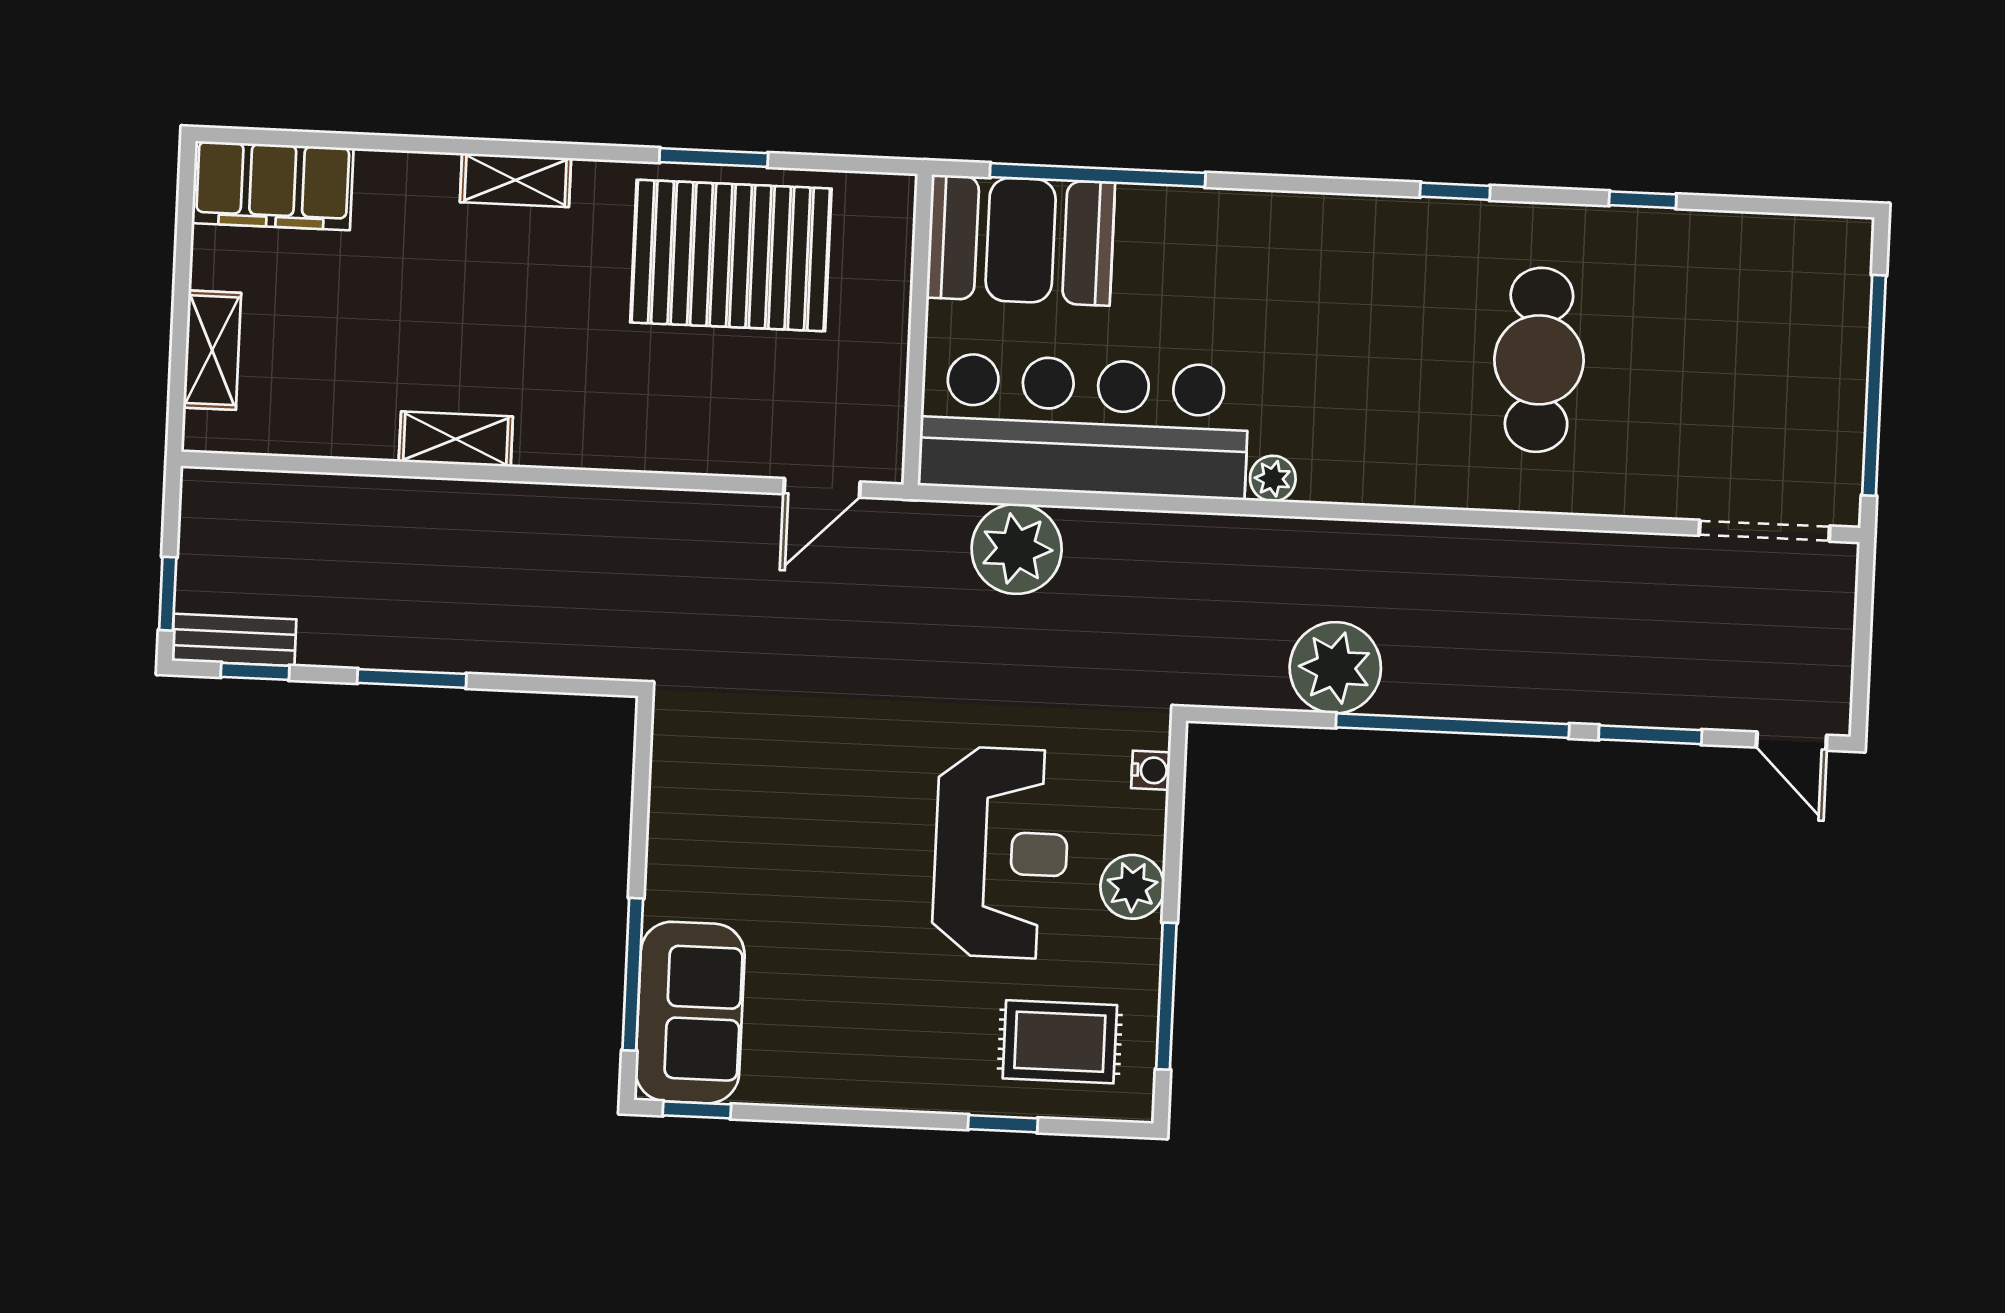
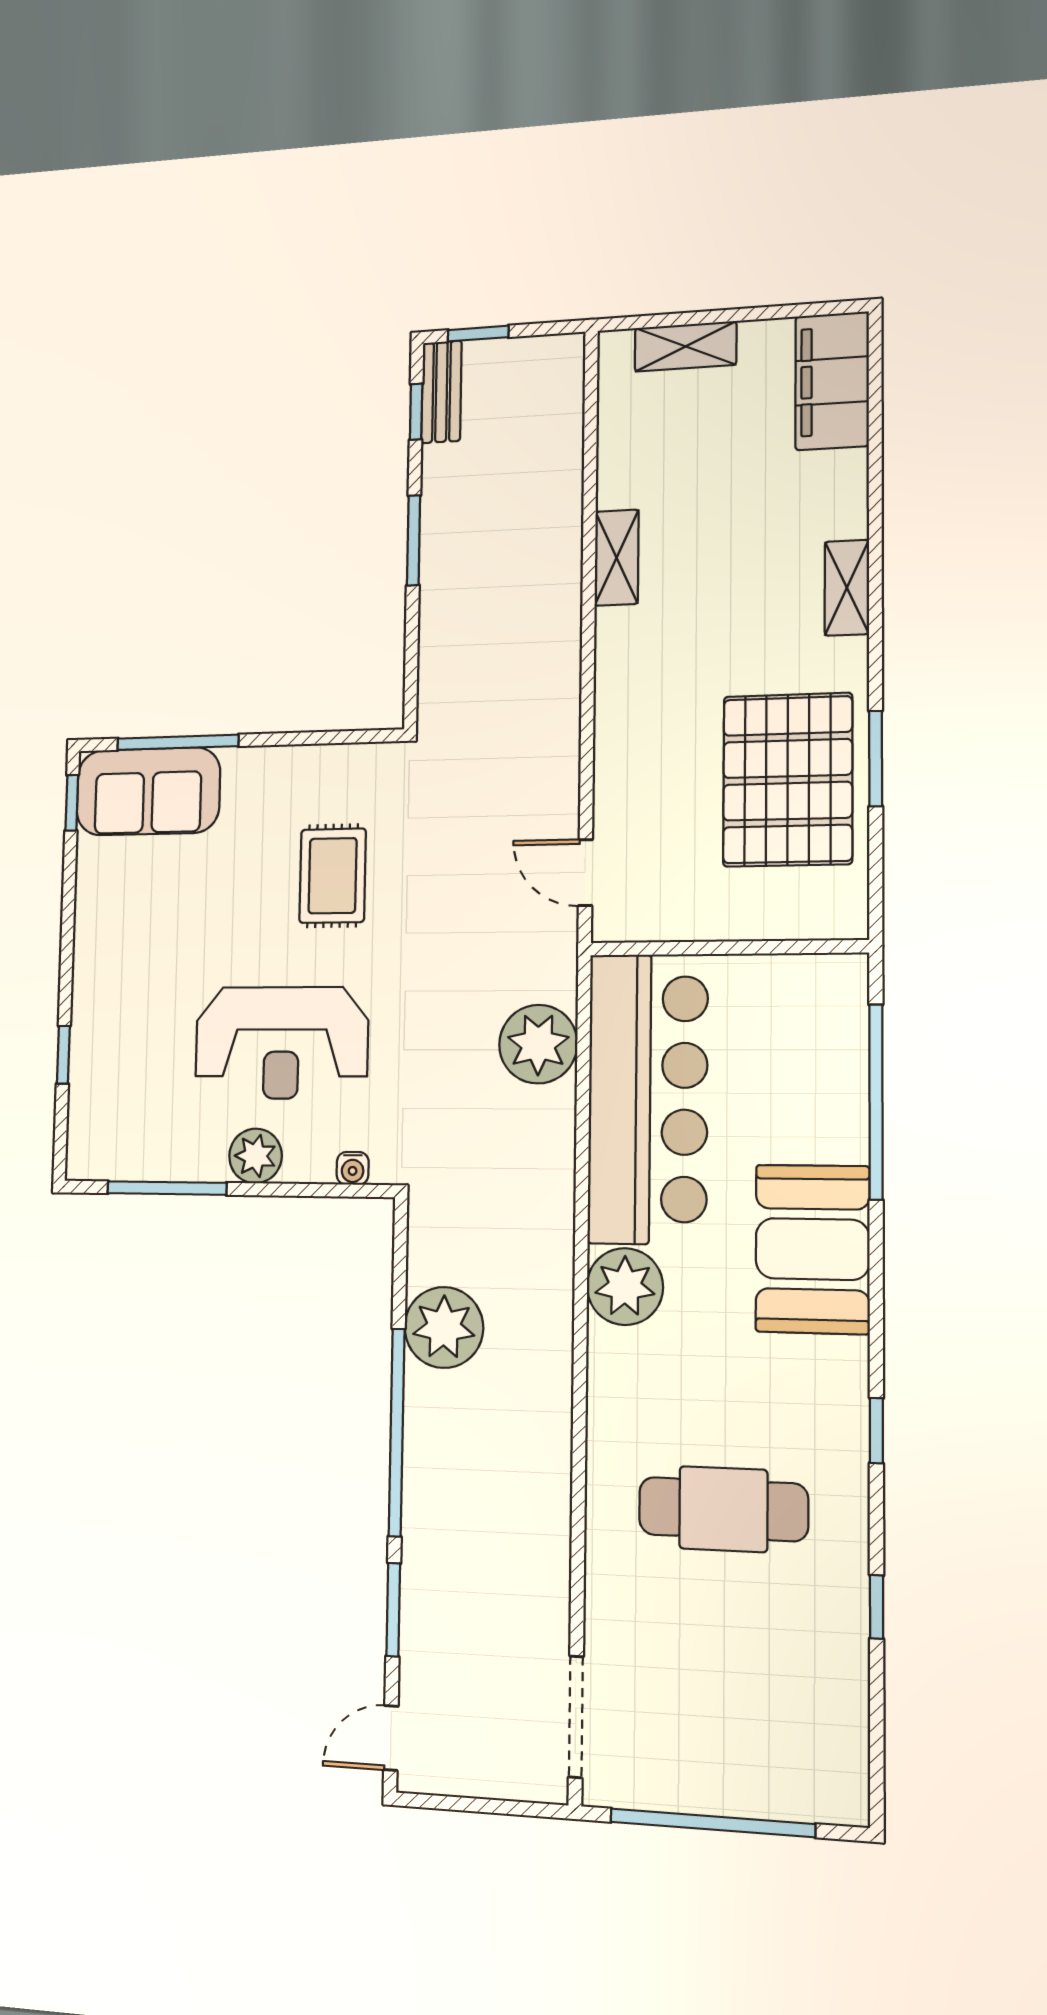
booth: (1021, 240) -> (813, 1249), moved
plant: (1273, 479) -> (625, 1287), width x1.88, depth x1.88
rug: (1060, 1042) -> (333, 876), moved

